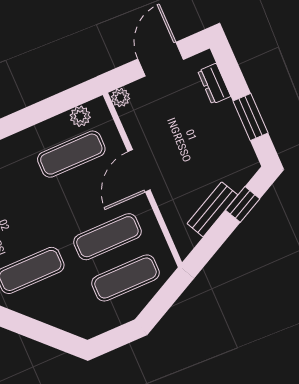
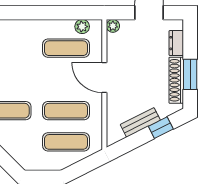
shoe rack: (236, 133) -> (176, 80), added
door: (139, 171) -> (104, 77), hinge flipped

